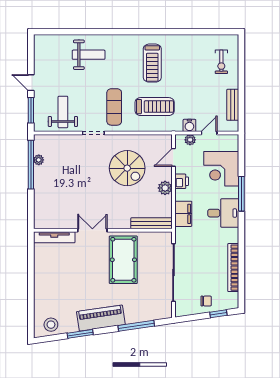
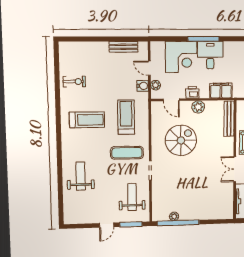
exercise bike: (221, 62) -> (74, 82), moved
weight bench: (63, 112) -> (132, 197), turned 90
desk: (223, 213) -> (210, 55), moved

